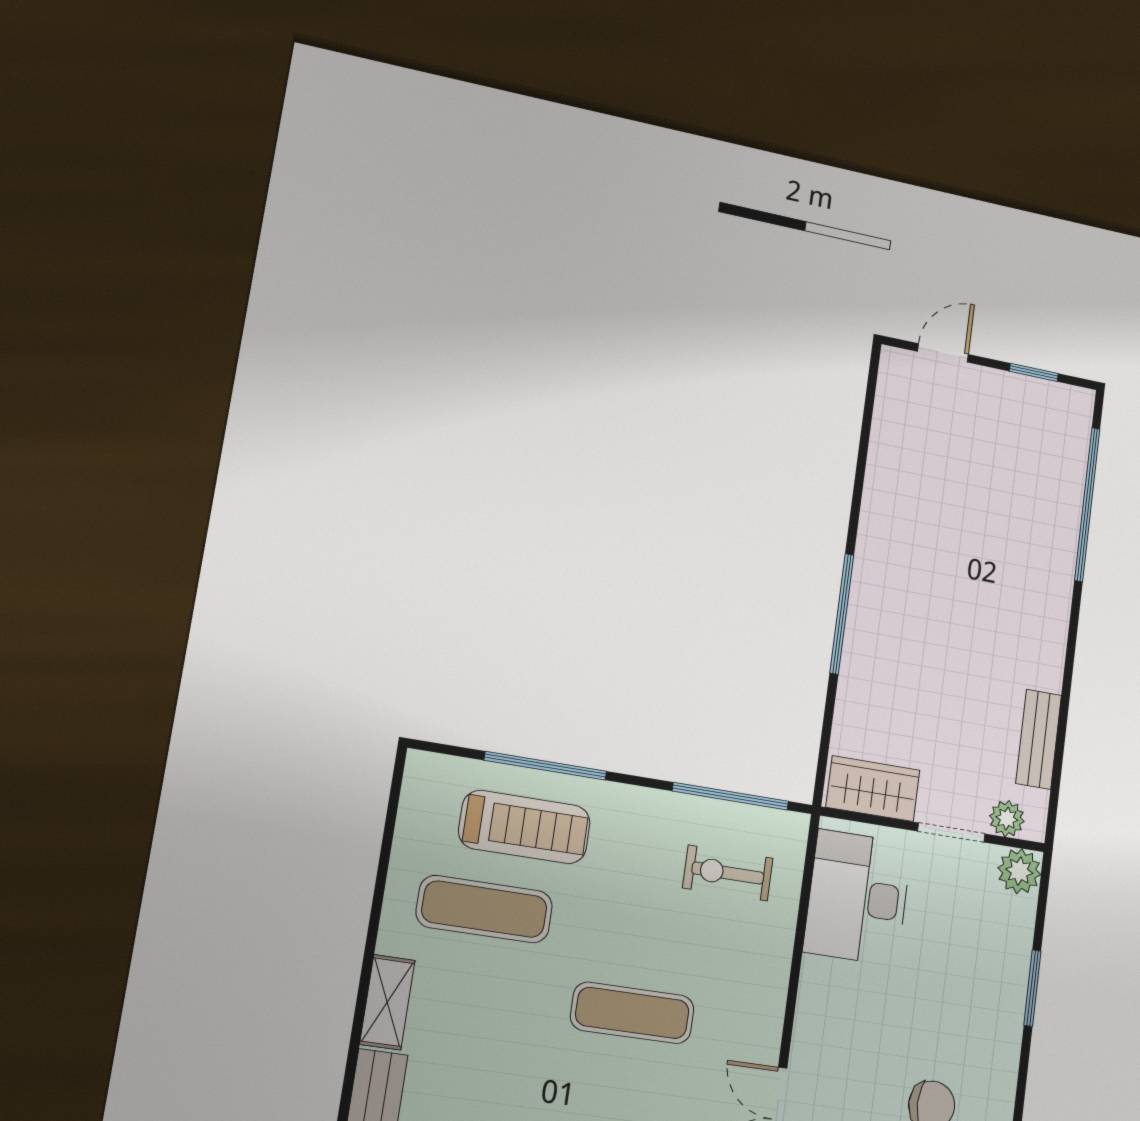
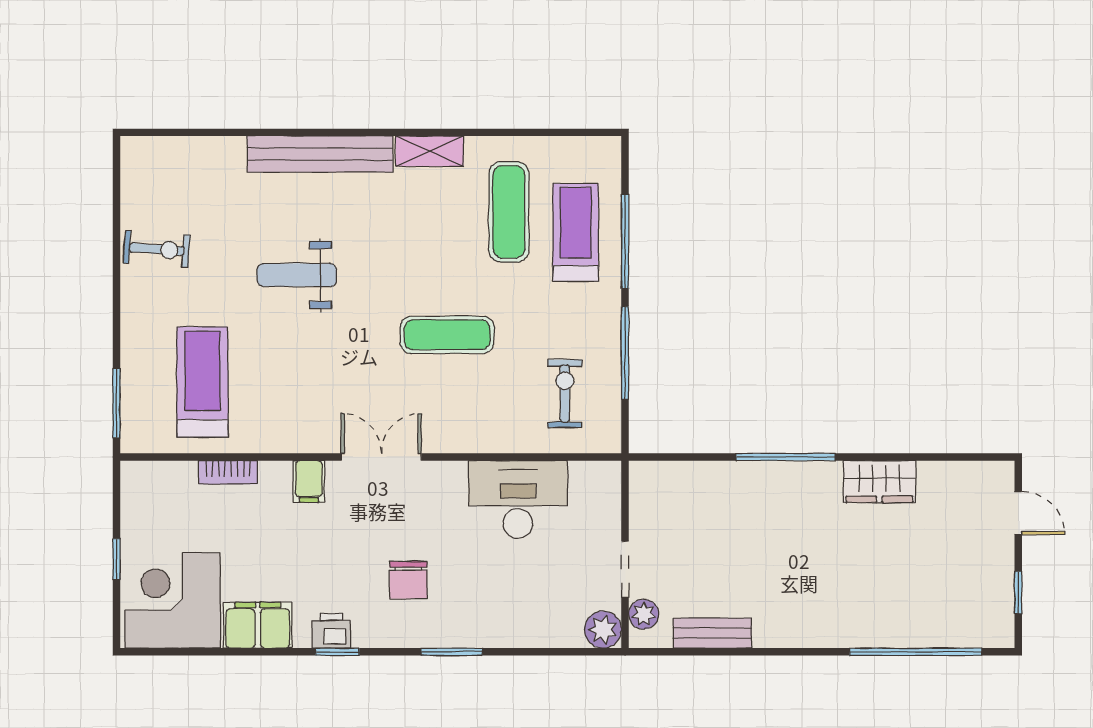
wardrobe: (873, 789) -> (879, 482), moved, turned 90
window: (731, 796) -> (625, 353), moved
treadmill: (525, 827) -> (576, 232), turned 180
desk: (858, 897) -> (518, 499), moved
window: (1032, 988) -> (452, 652), moved
exercise mat: (632, 1013) -> (447, 335), turned 90

